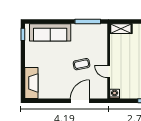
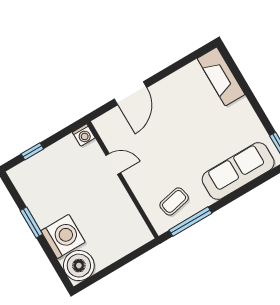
shelving: (121, 29) -> (133, 241), removed
coffee table: (82, 64) -> (174, 201), moved

